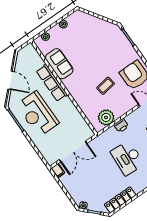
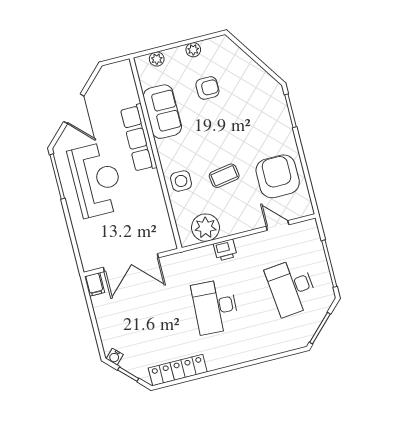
armchair: (79, 42) -> (207, 88), added
side table: (83, 97) -> (181, 181), added
reception desk: (38, 114) -> (96, 180), turned 180

